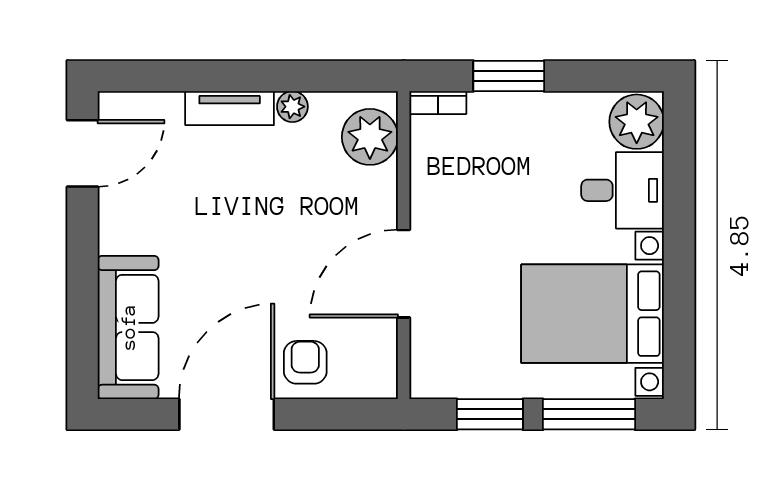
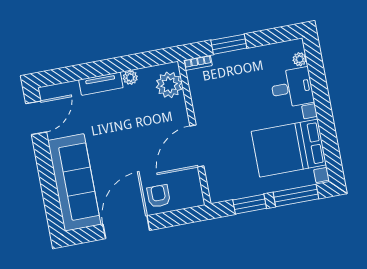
plant: (637, 122) -> (300, 59), width x0.53, depth x0.53
sofa: (128, 327) -> (74, 182), width x1.36, depth x1.27

